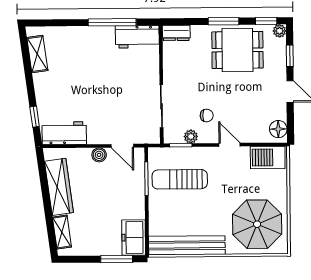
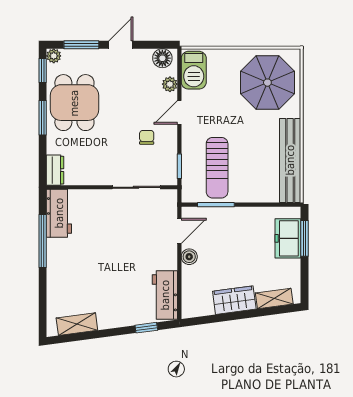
window: (290, 56) -> (81, 45), width x1.50
plant: (191, 137) -> (170, 84), moved
wardrobe: (59, 187) -> (234, 300), width x0.67
freezer: (134, 237) -> (288, 238), moved, turned 90

